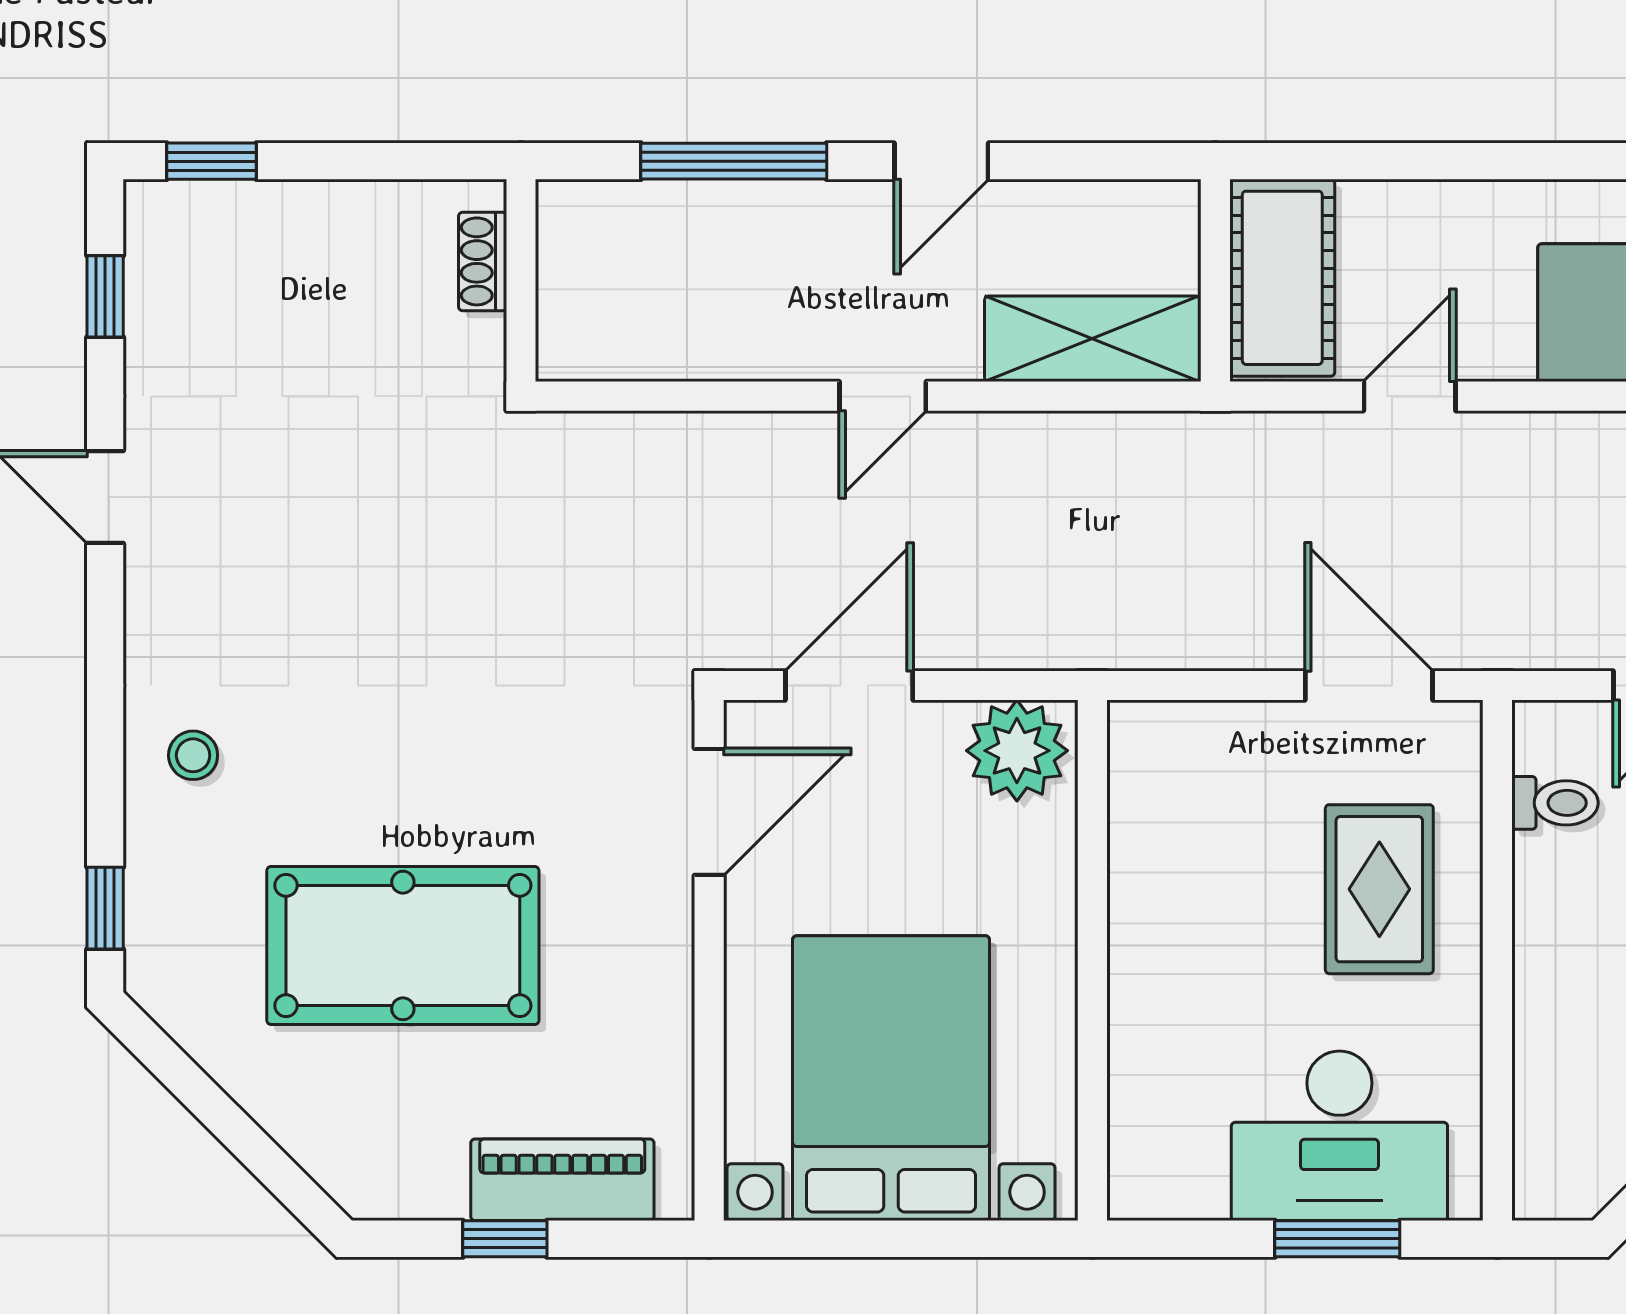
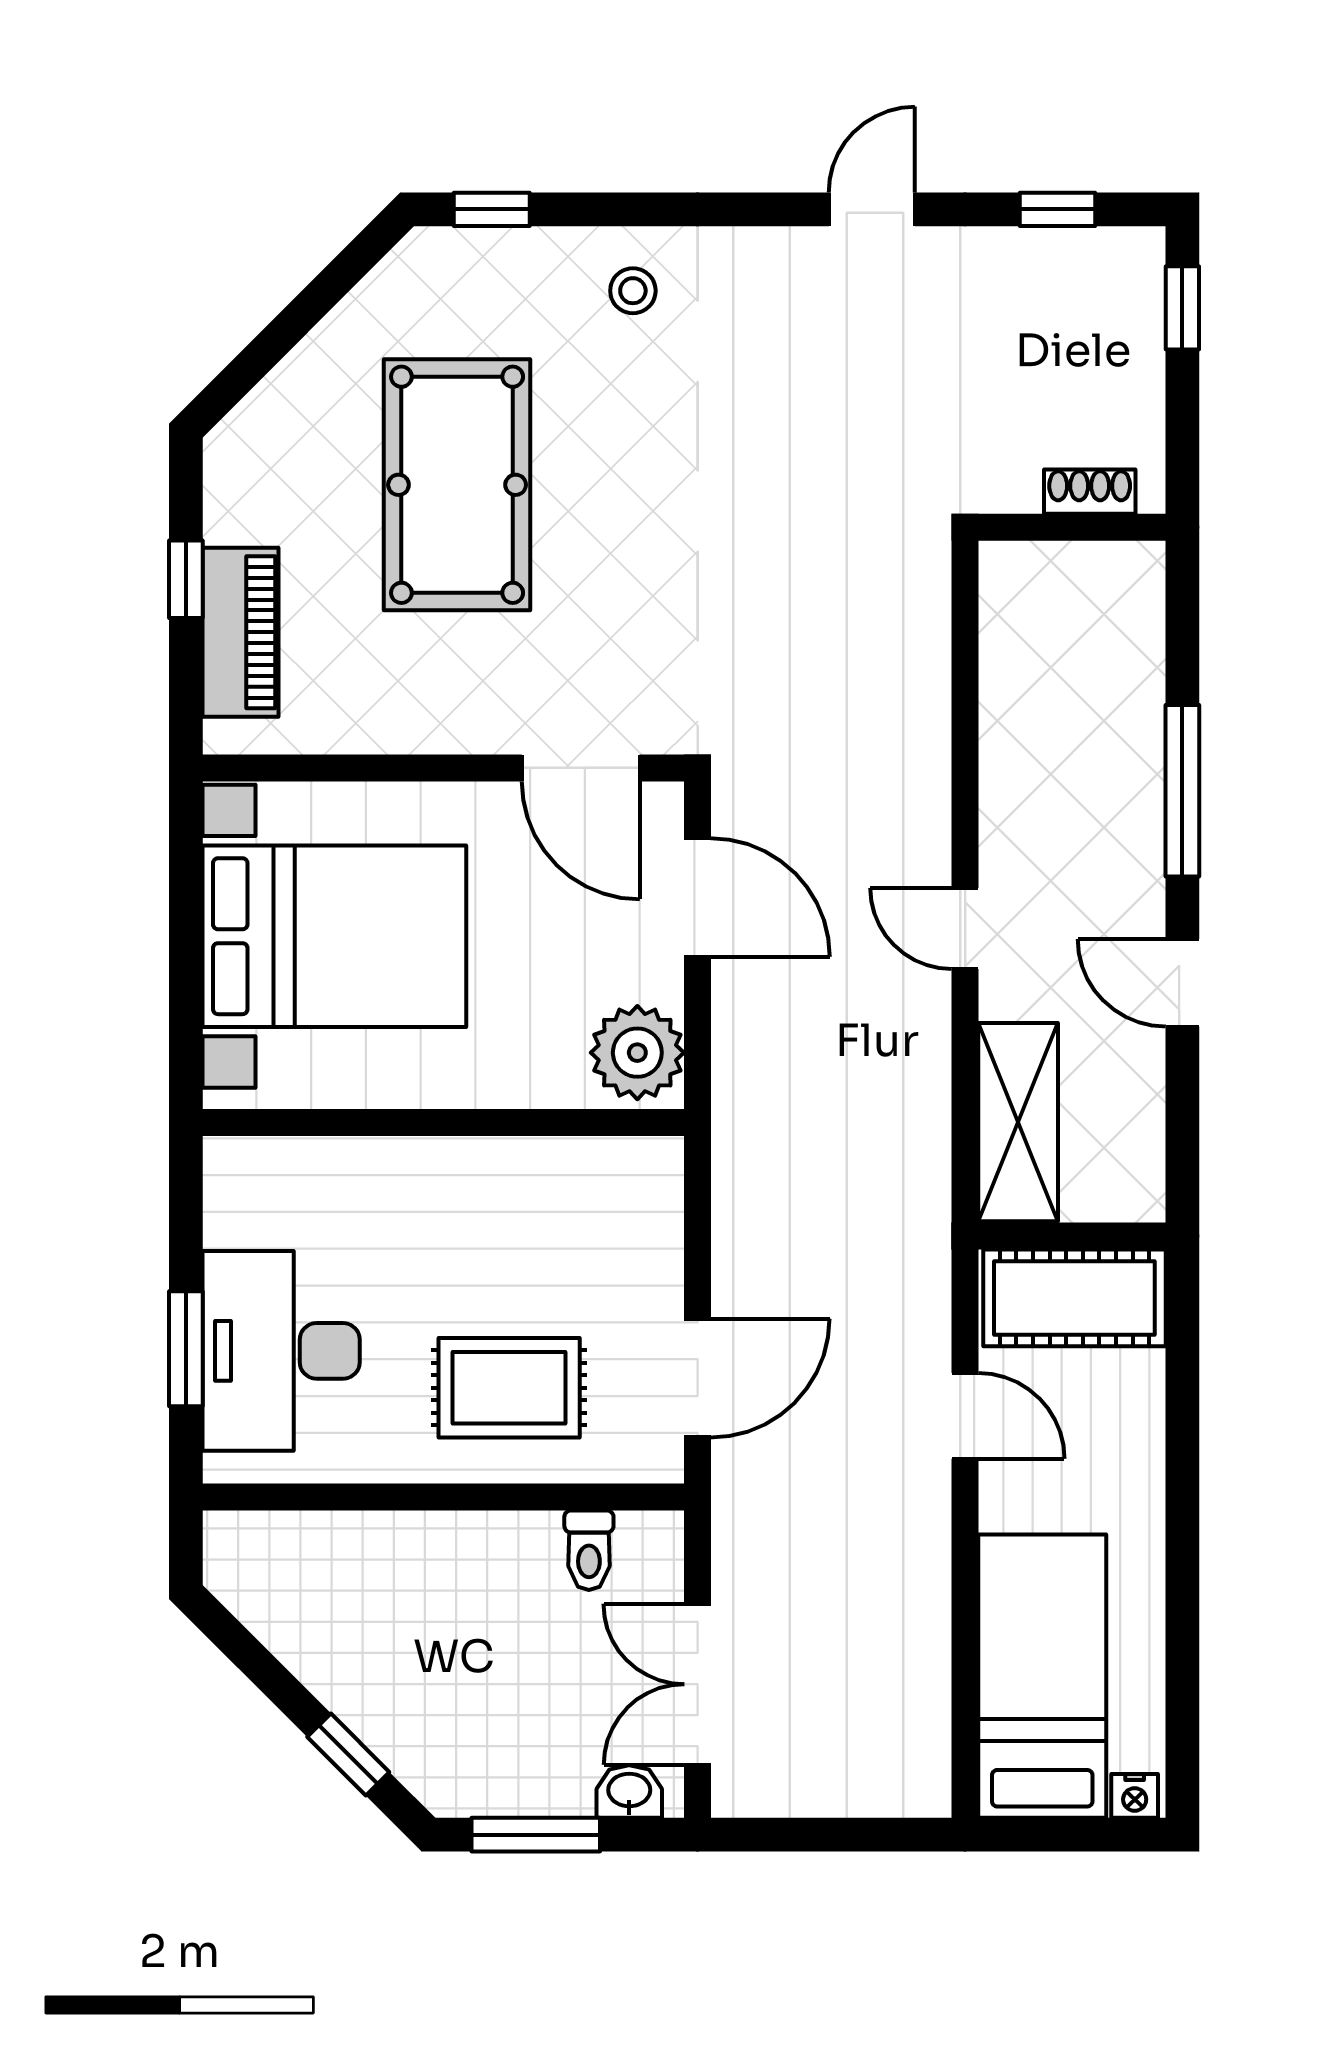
shoe rack: (483, 261) -> (1090, 492), moved
wall: (521, 280) -> (1072, 527), moved

